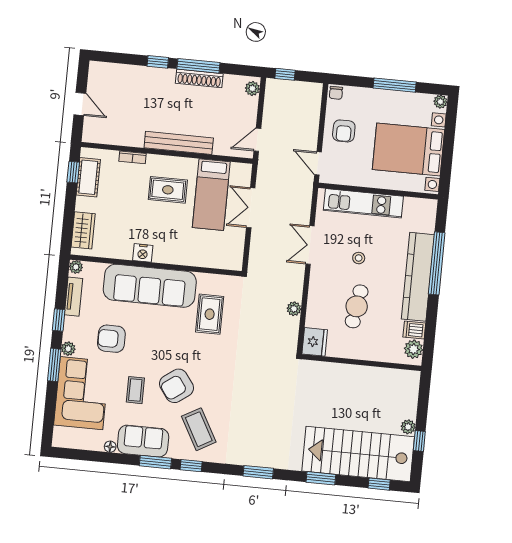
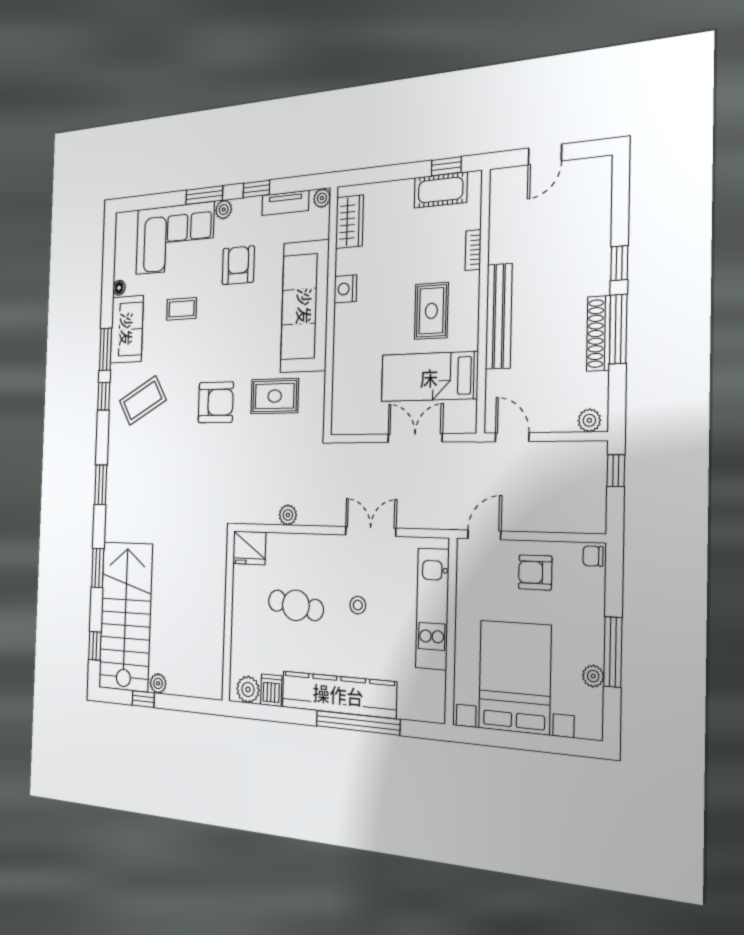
plant: (440, 102) -> (593, 676), moved
wardrobe: (83, 230) -> (349, 222), moved, turned -90
armchair: (176, 386) -> (216, 402), moved, turned 126

